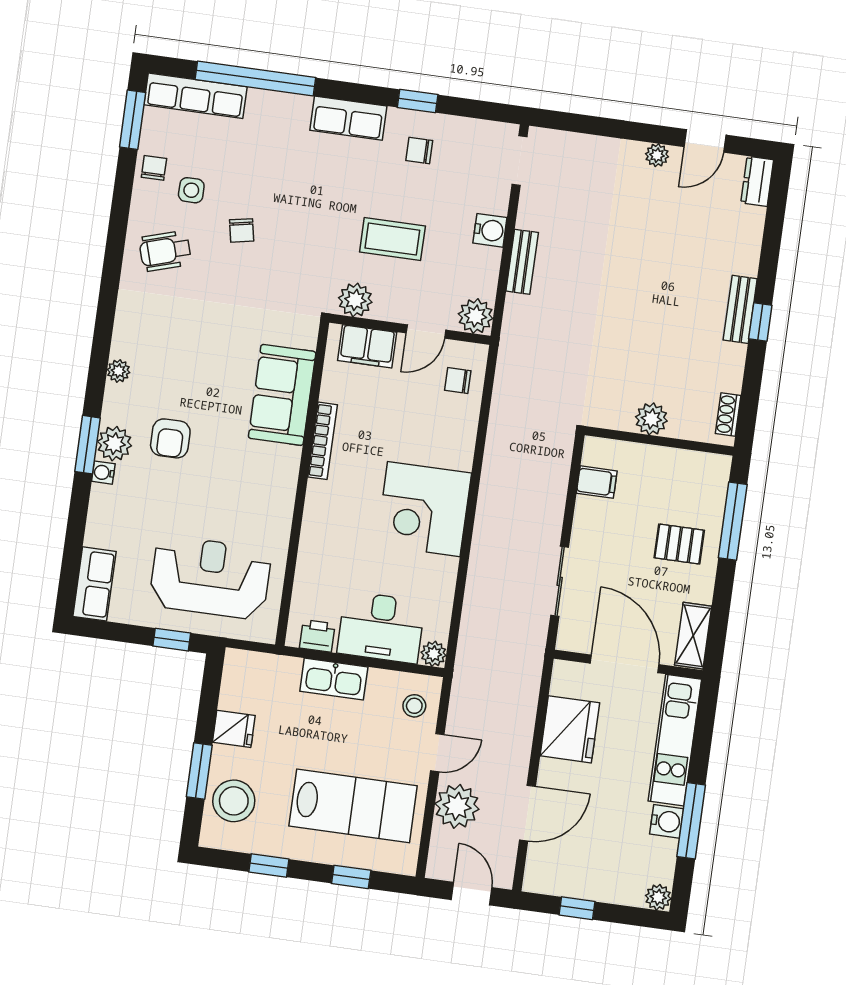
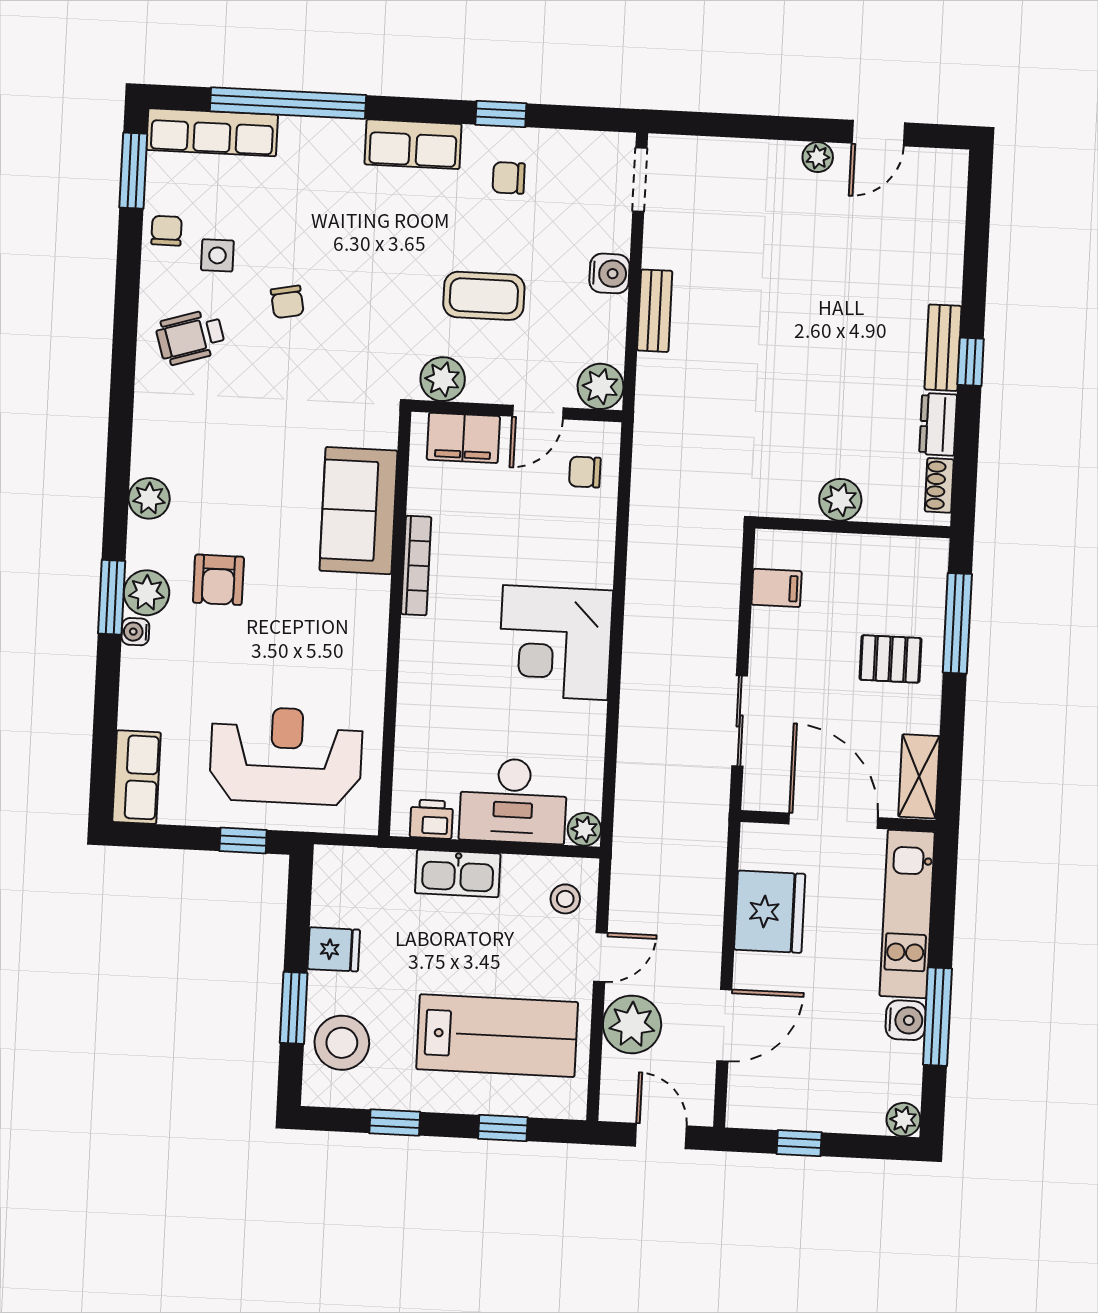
dresser: (757, 181) -> (938, 424), moved
plant: (118, 371) -> (149, 498), width x1.38, depth x1.38

